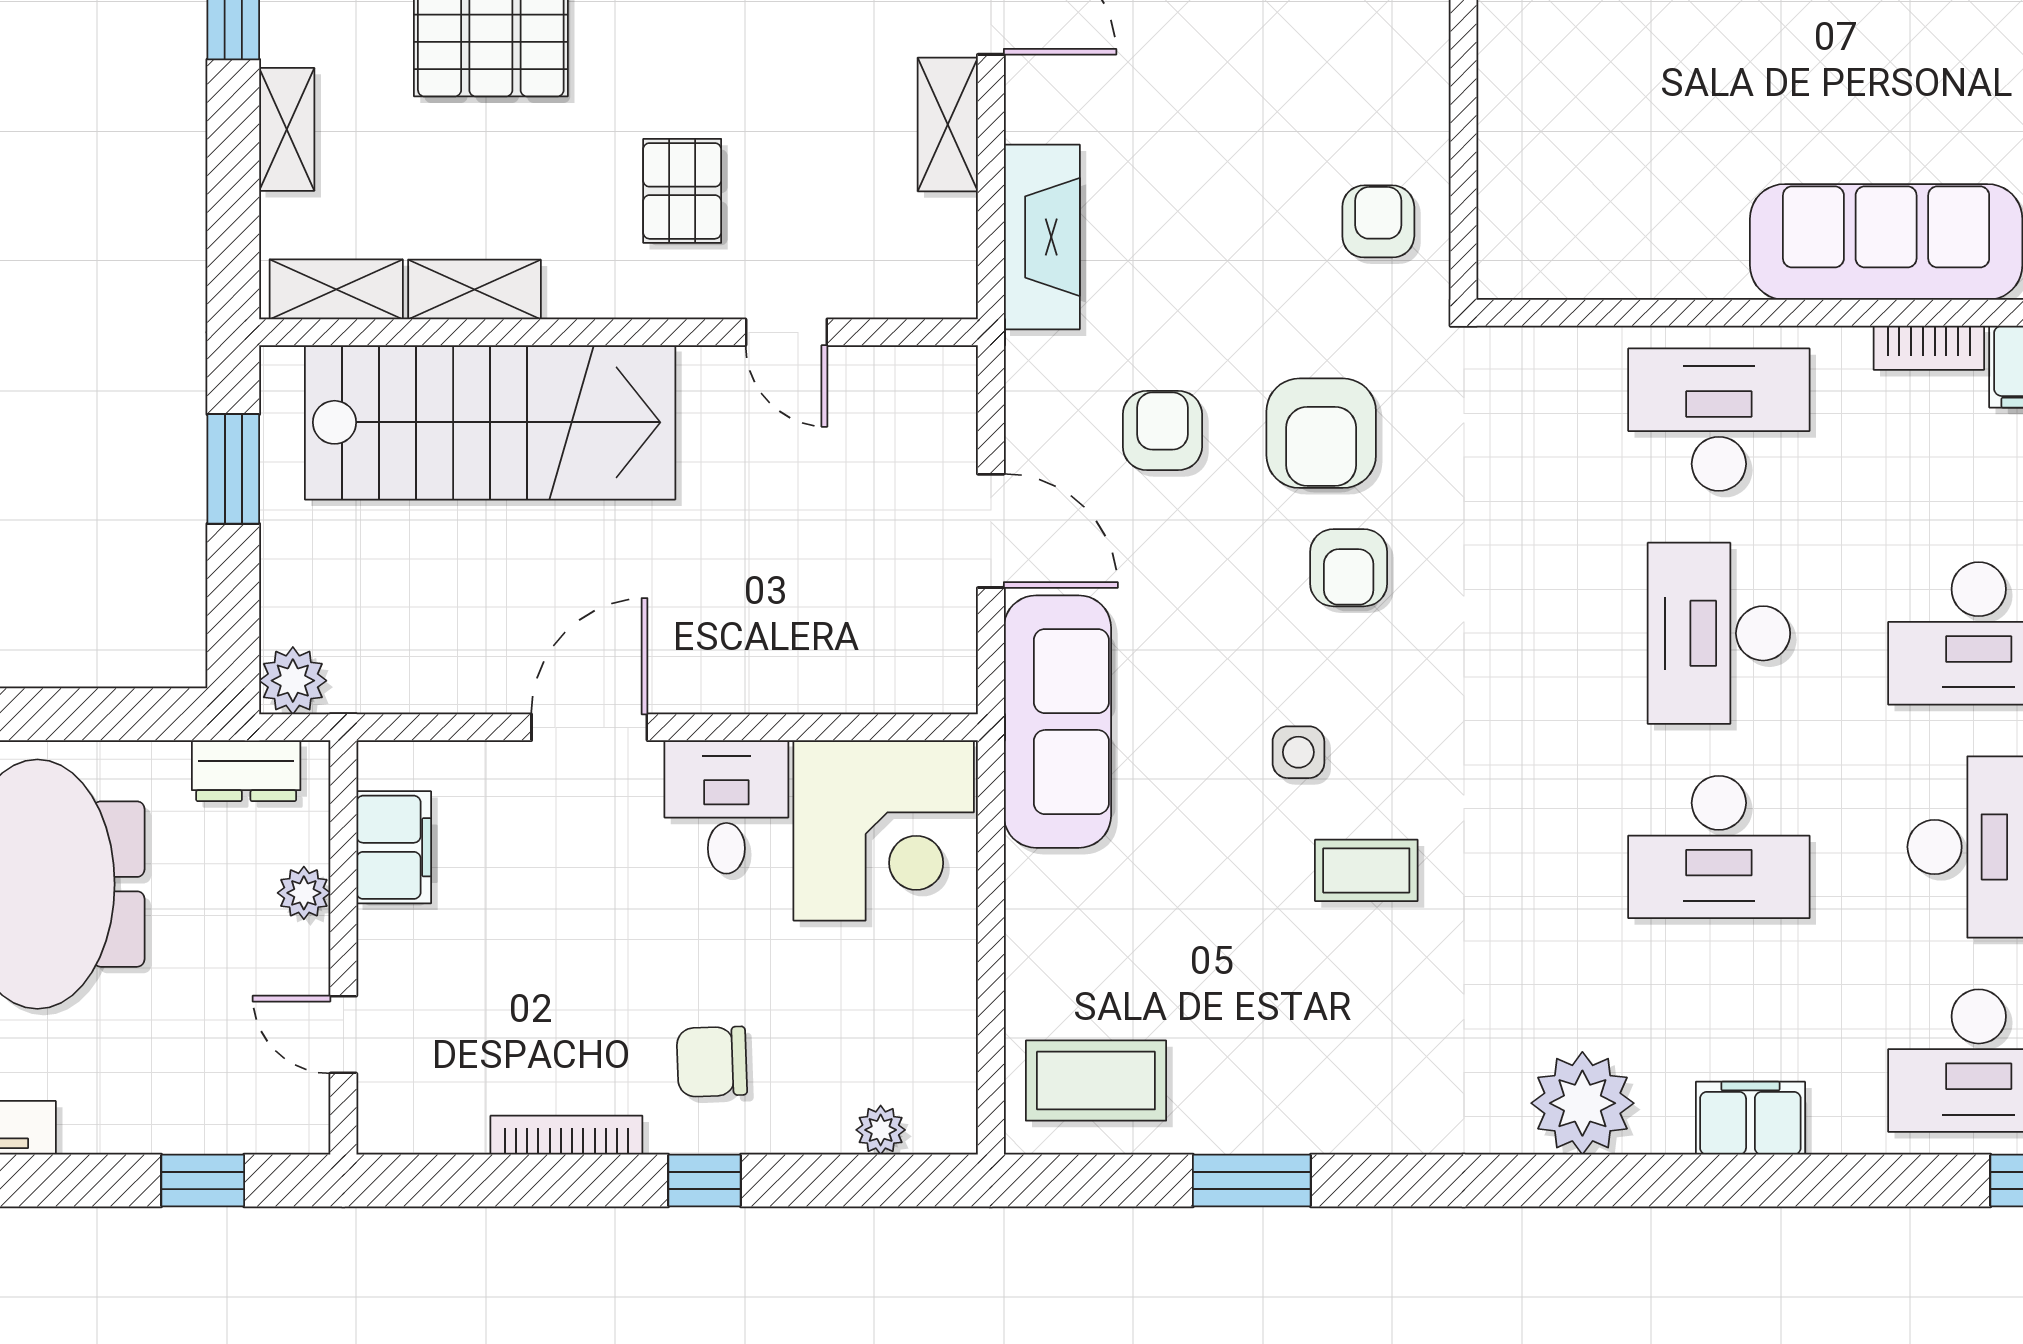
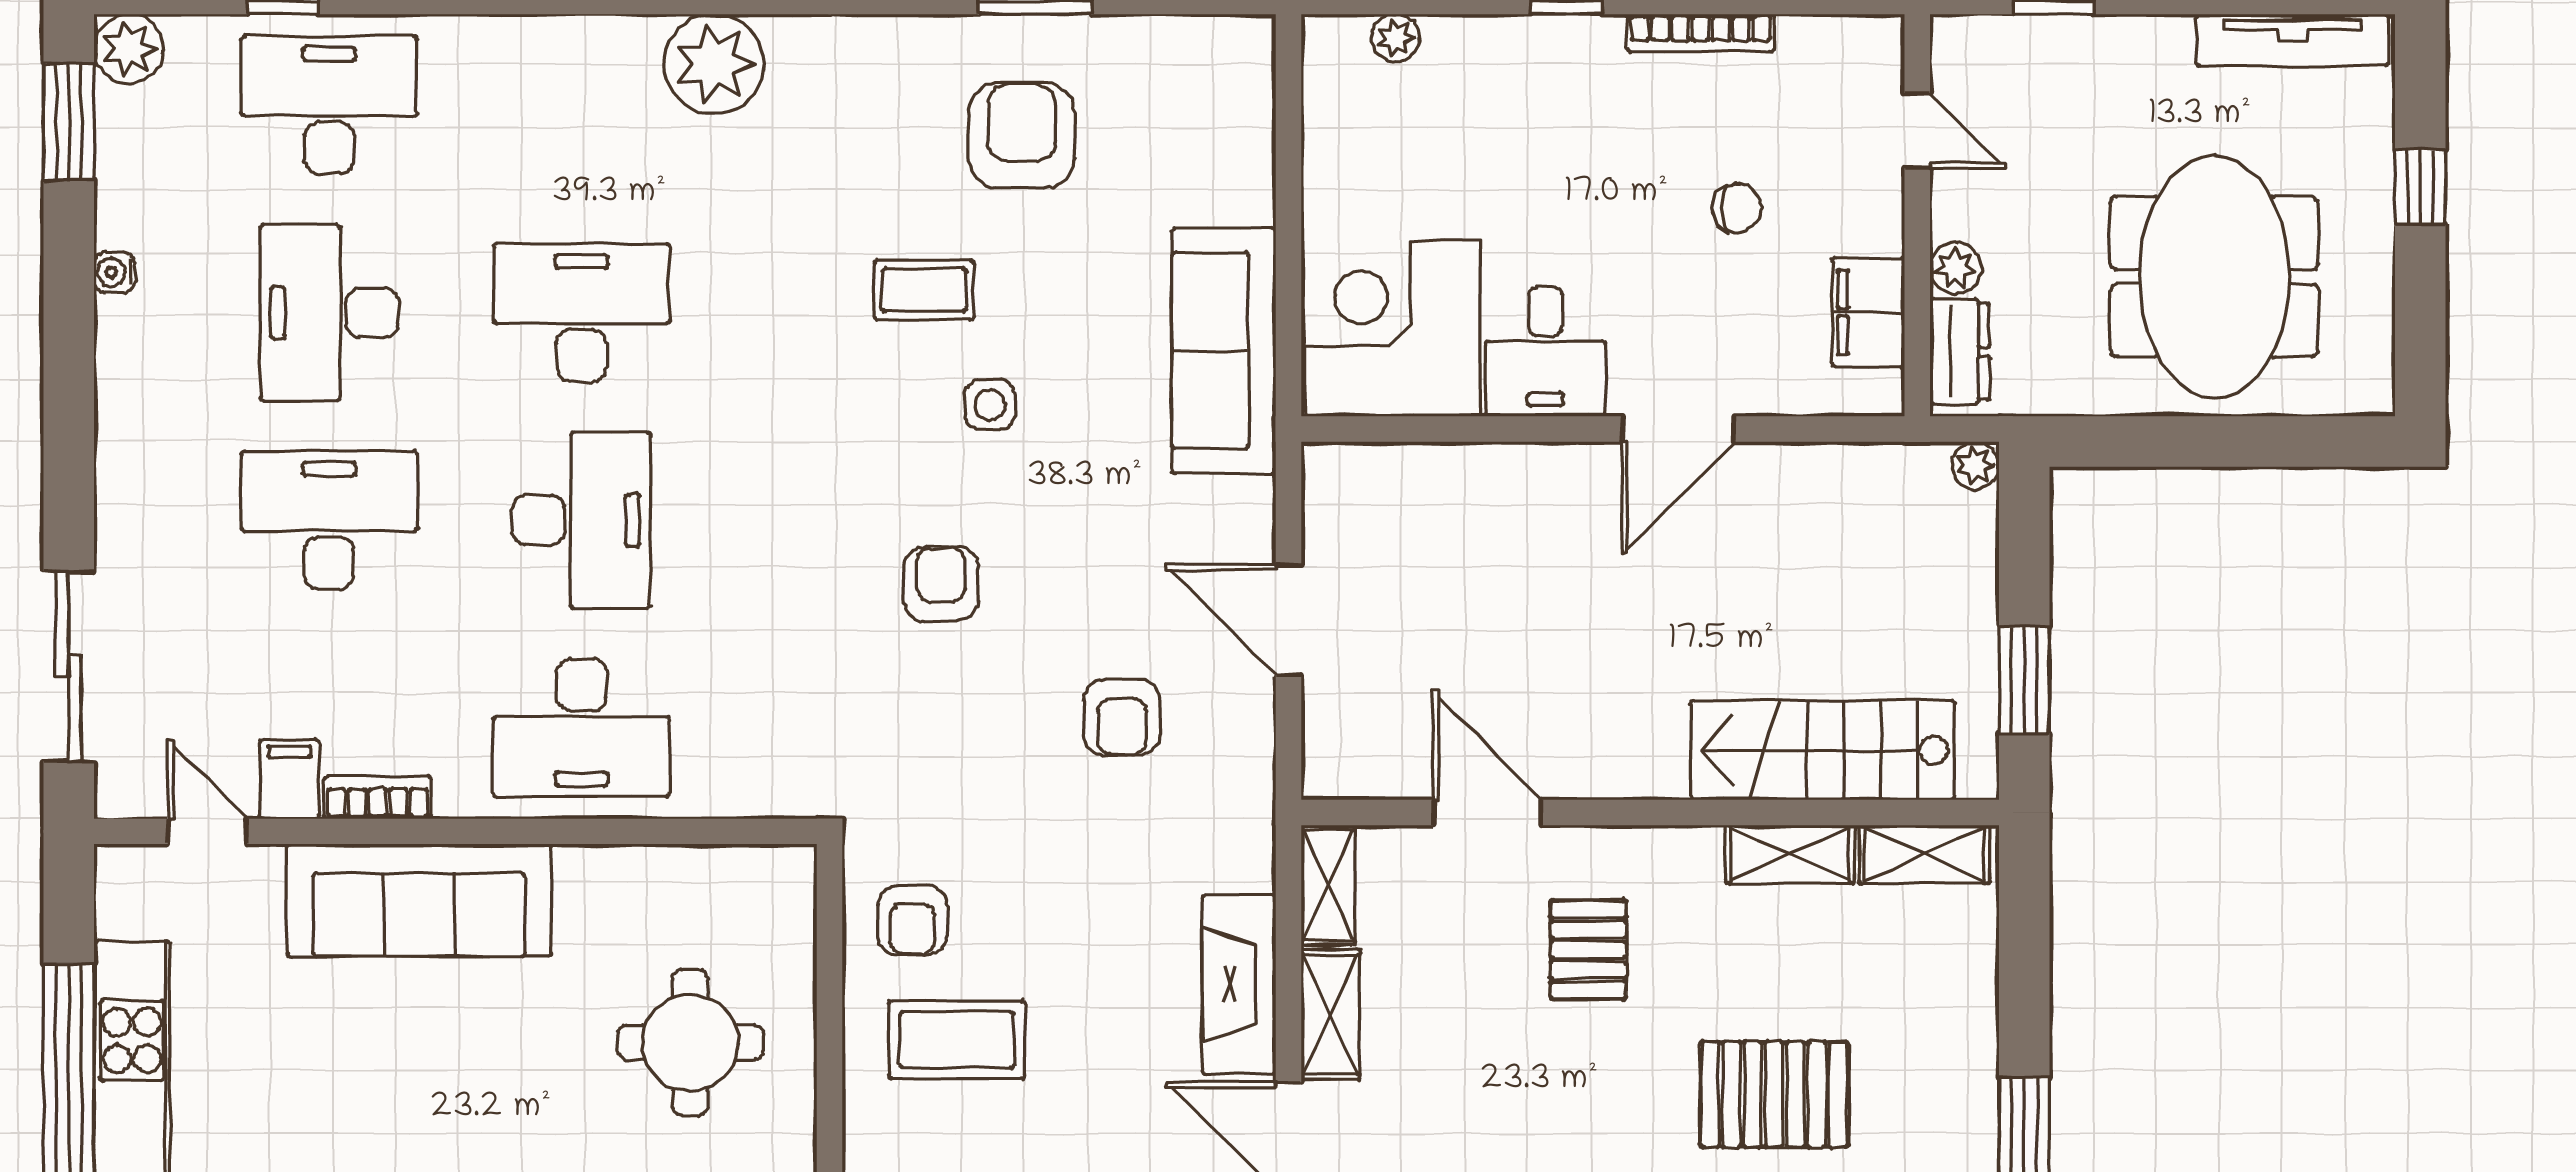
round table: (1607, 95) -> (690, 1043), added
shelving: (287, 129) -> (1328, 885), moved
fireplace: (1042, 237) -> (1239, 984), moved
door: (786, 332) -> (1487, 813), width x1.38
stairs: (490, 422) -> (1823, 750), width x0.73, depth x0.66
armchair: (1321, 433) -> (1022, 135), moved
plant: (293, 681) -> (1975, 465), width x0.73, depth x0.73
sofa: (1057, 722) -> (1224, 351), moved
dresser: (246, 771) -> (1960, 352), moved, turned 90
chair: (712, 1062) -> (1737, 208), moved, width x0.73, depth x0.73
coffee table: (1096, 1081) -> (957, 1040), moved
filing cabinet: (1750, 1118) -> (551, 49), removed

